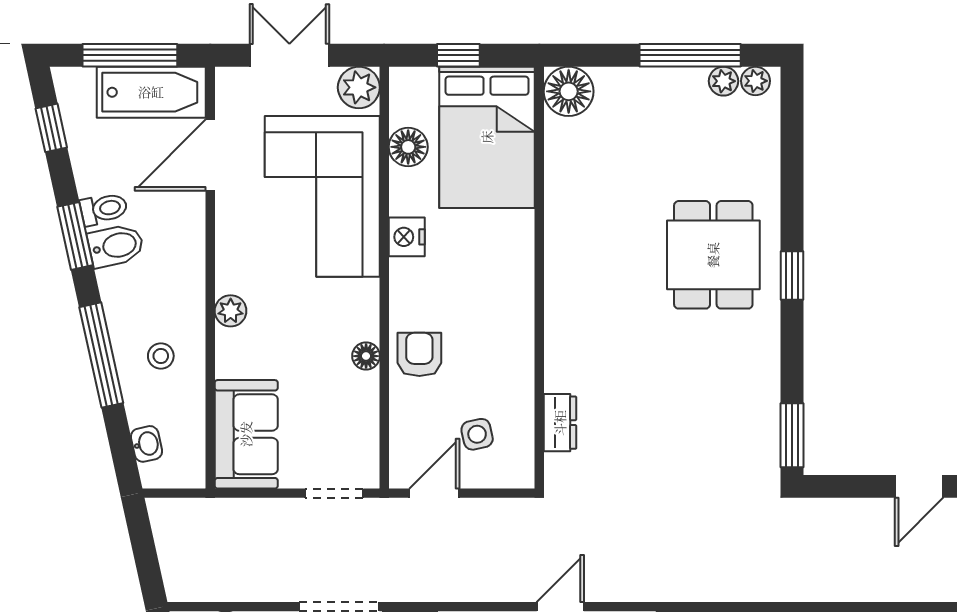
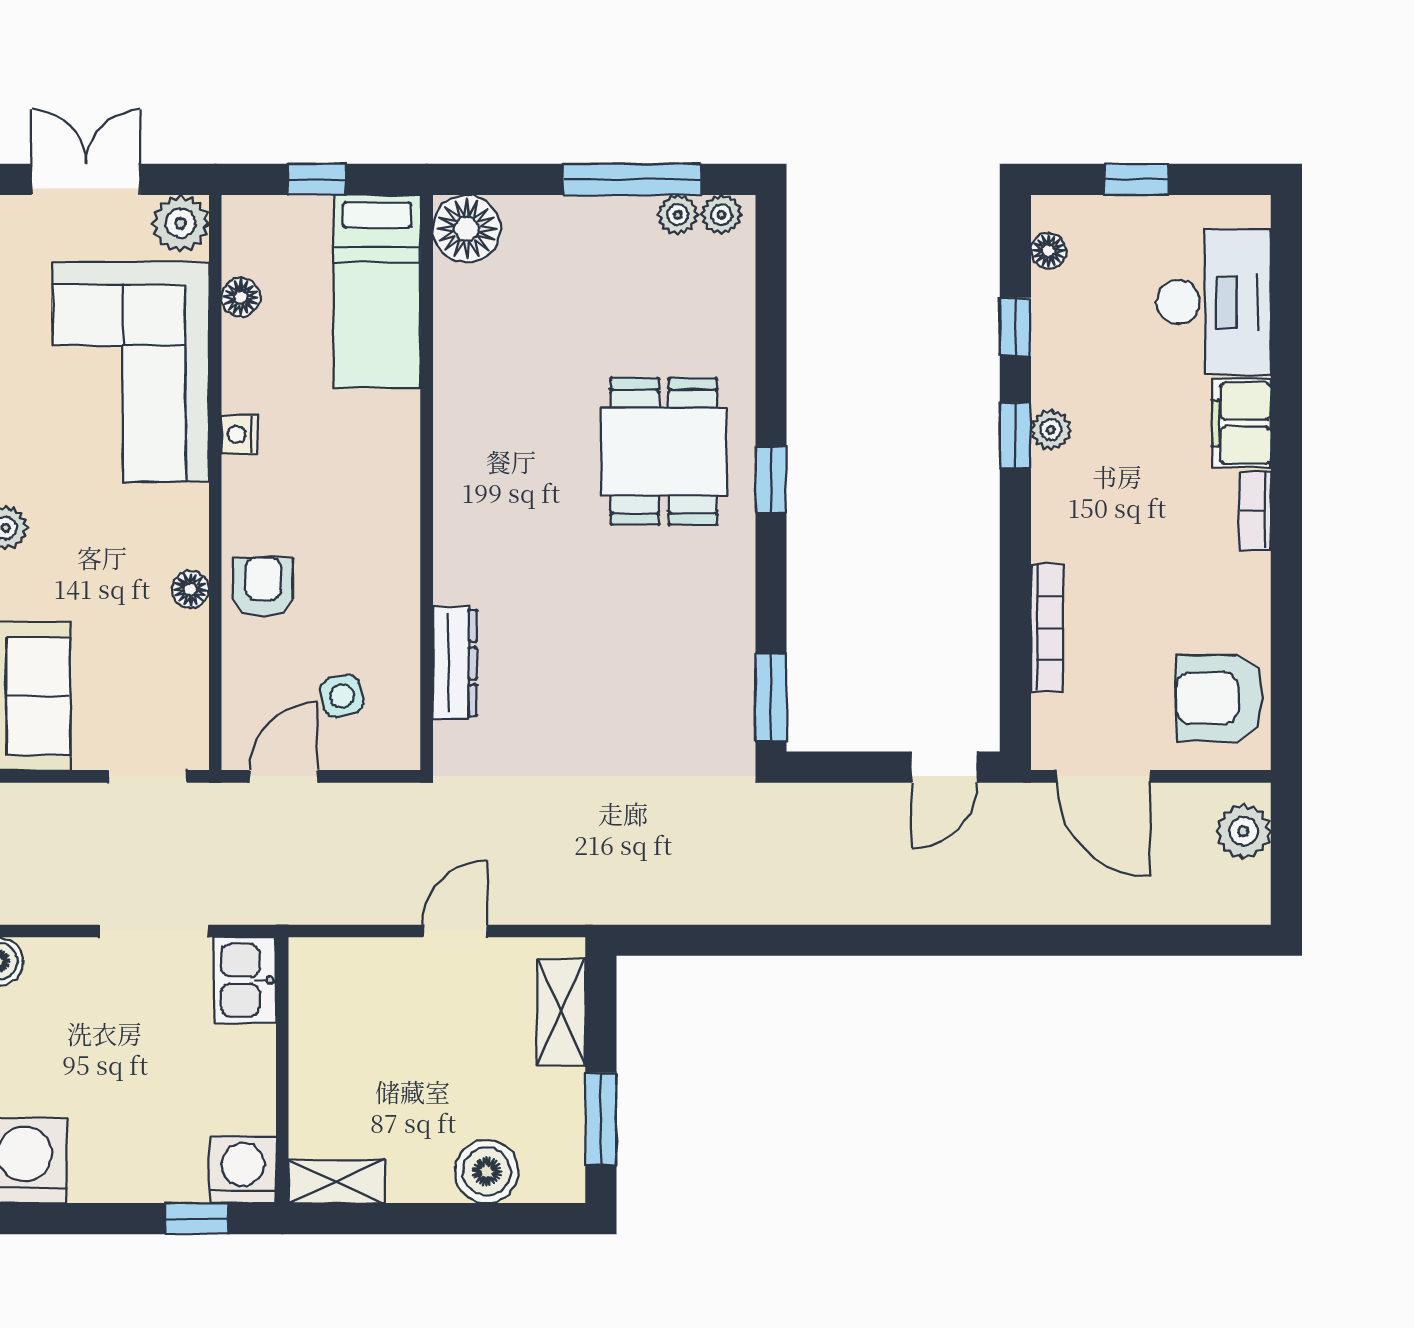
bed: (487, 137) -> (377, 291), width x0.67
floor lamp: (408, 147) -> (241, 297), width x0.73, depth x0.73
nightstand: (407, 237) -> (239, 434), width x0.72, depth x0.74
dresser: (560, 423) -> (455, 663), width x1.44

